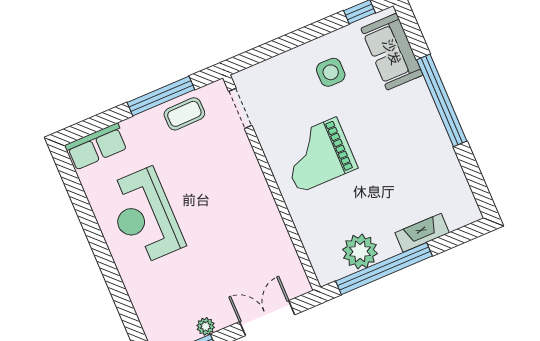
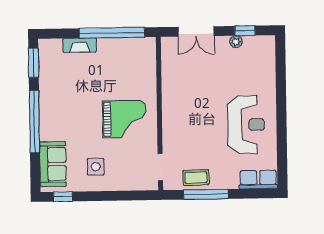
window: (476, 182) -> (34, 63), added
plant: (360, 251) -> (122, 49), removed

